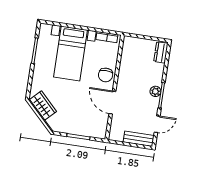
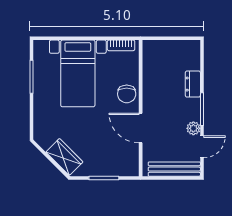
dresser: (161, 52) -> (193, 84), moved
plant: (155, 91) -> (193, 128), moved
wardrobe: (43, 106) -> (64, 157), moved
bench: (139, 139) -> (174, 169), width x1.36

